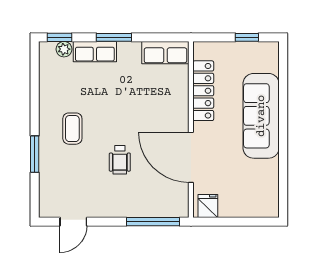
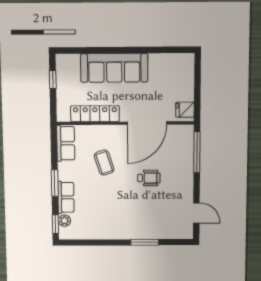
coffee table: (72, 129) -> (104, 163), moved, turned 72

